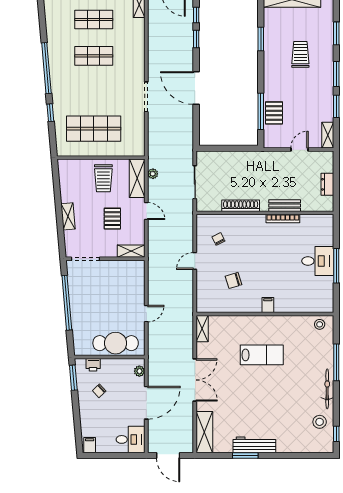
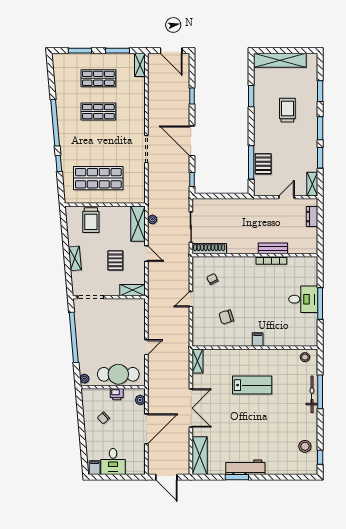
window: (196, 15) -> (192, 180), moved
trolley: (103, 178) -> (91, 220), moved
dresser: (327, 184) -> (312, 217), moved
shoe rack: (241, 206) -> (209, 249), moved
plant: (79, 348) -> (84, 379), added
printer: (93, 365) -> (117, 394), moved
window: (73, 378) -> (80, 406), removed
bicycle: (327, 389) -> (312, 394), moved
desk: (131, 439) -> (113, 461), moved, turned 90

